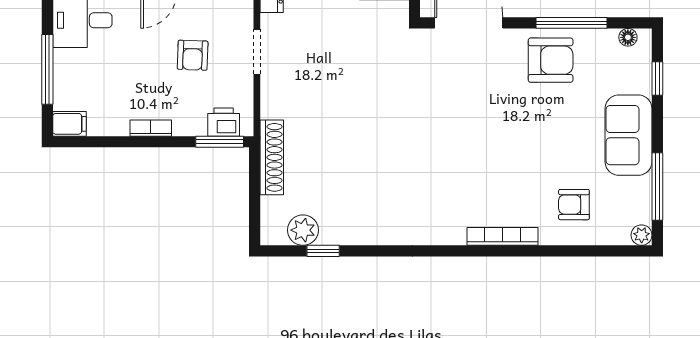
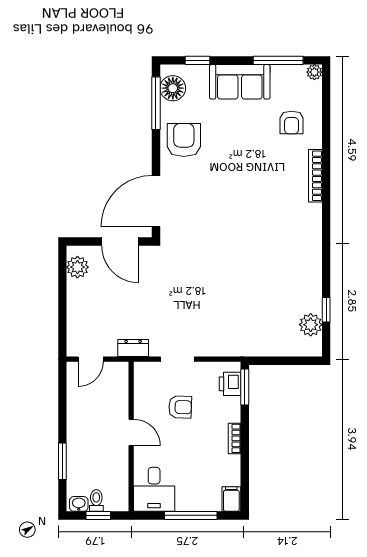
window: (571, 23) -> (156, 103), moved
floor lamp: (628, 37) -> (173, 88), width x1.89, depth x1.89
shoe rack: (272, 157) -> (256, 348), removed

